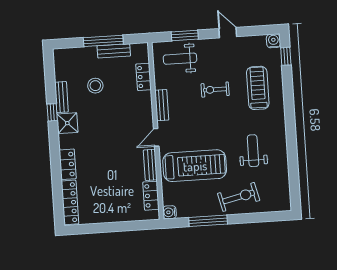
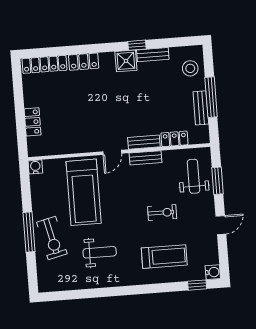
stool: (95, 86) -> (190, 68), moved
exercise bike: (215, 90) -> (162, 213), turned 90
door: (156, 137) -> (112, 152), swing flipped
bench: (150, 165) -> (144, 142), moved
locker: (151, 196) -> (33, 122), moved, turned 90
window: (208, 221) -> (29, 232), moved

